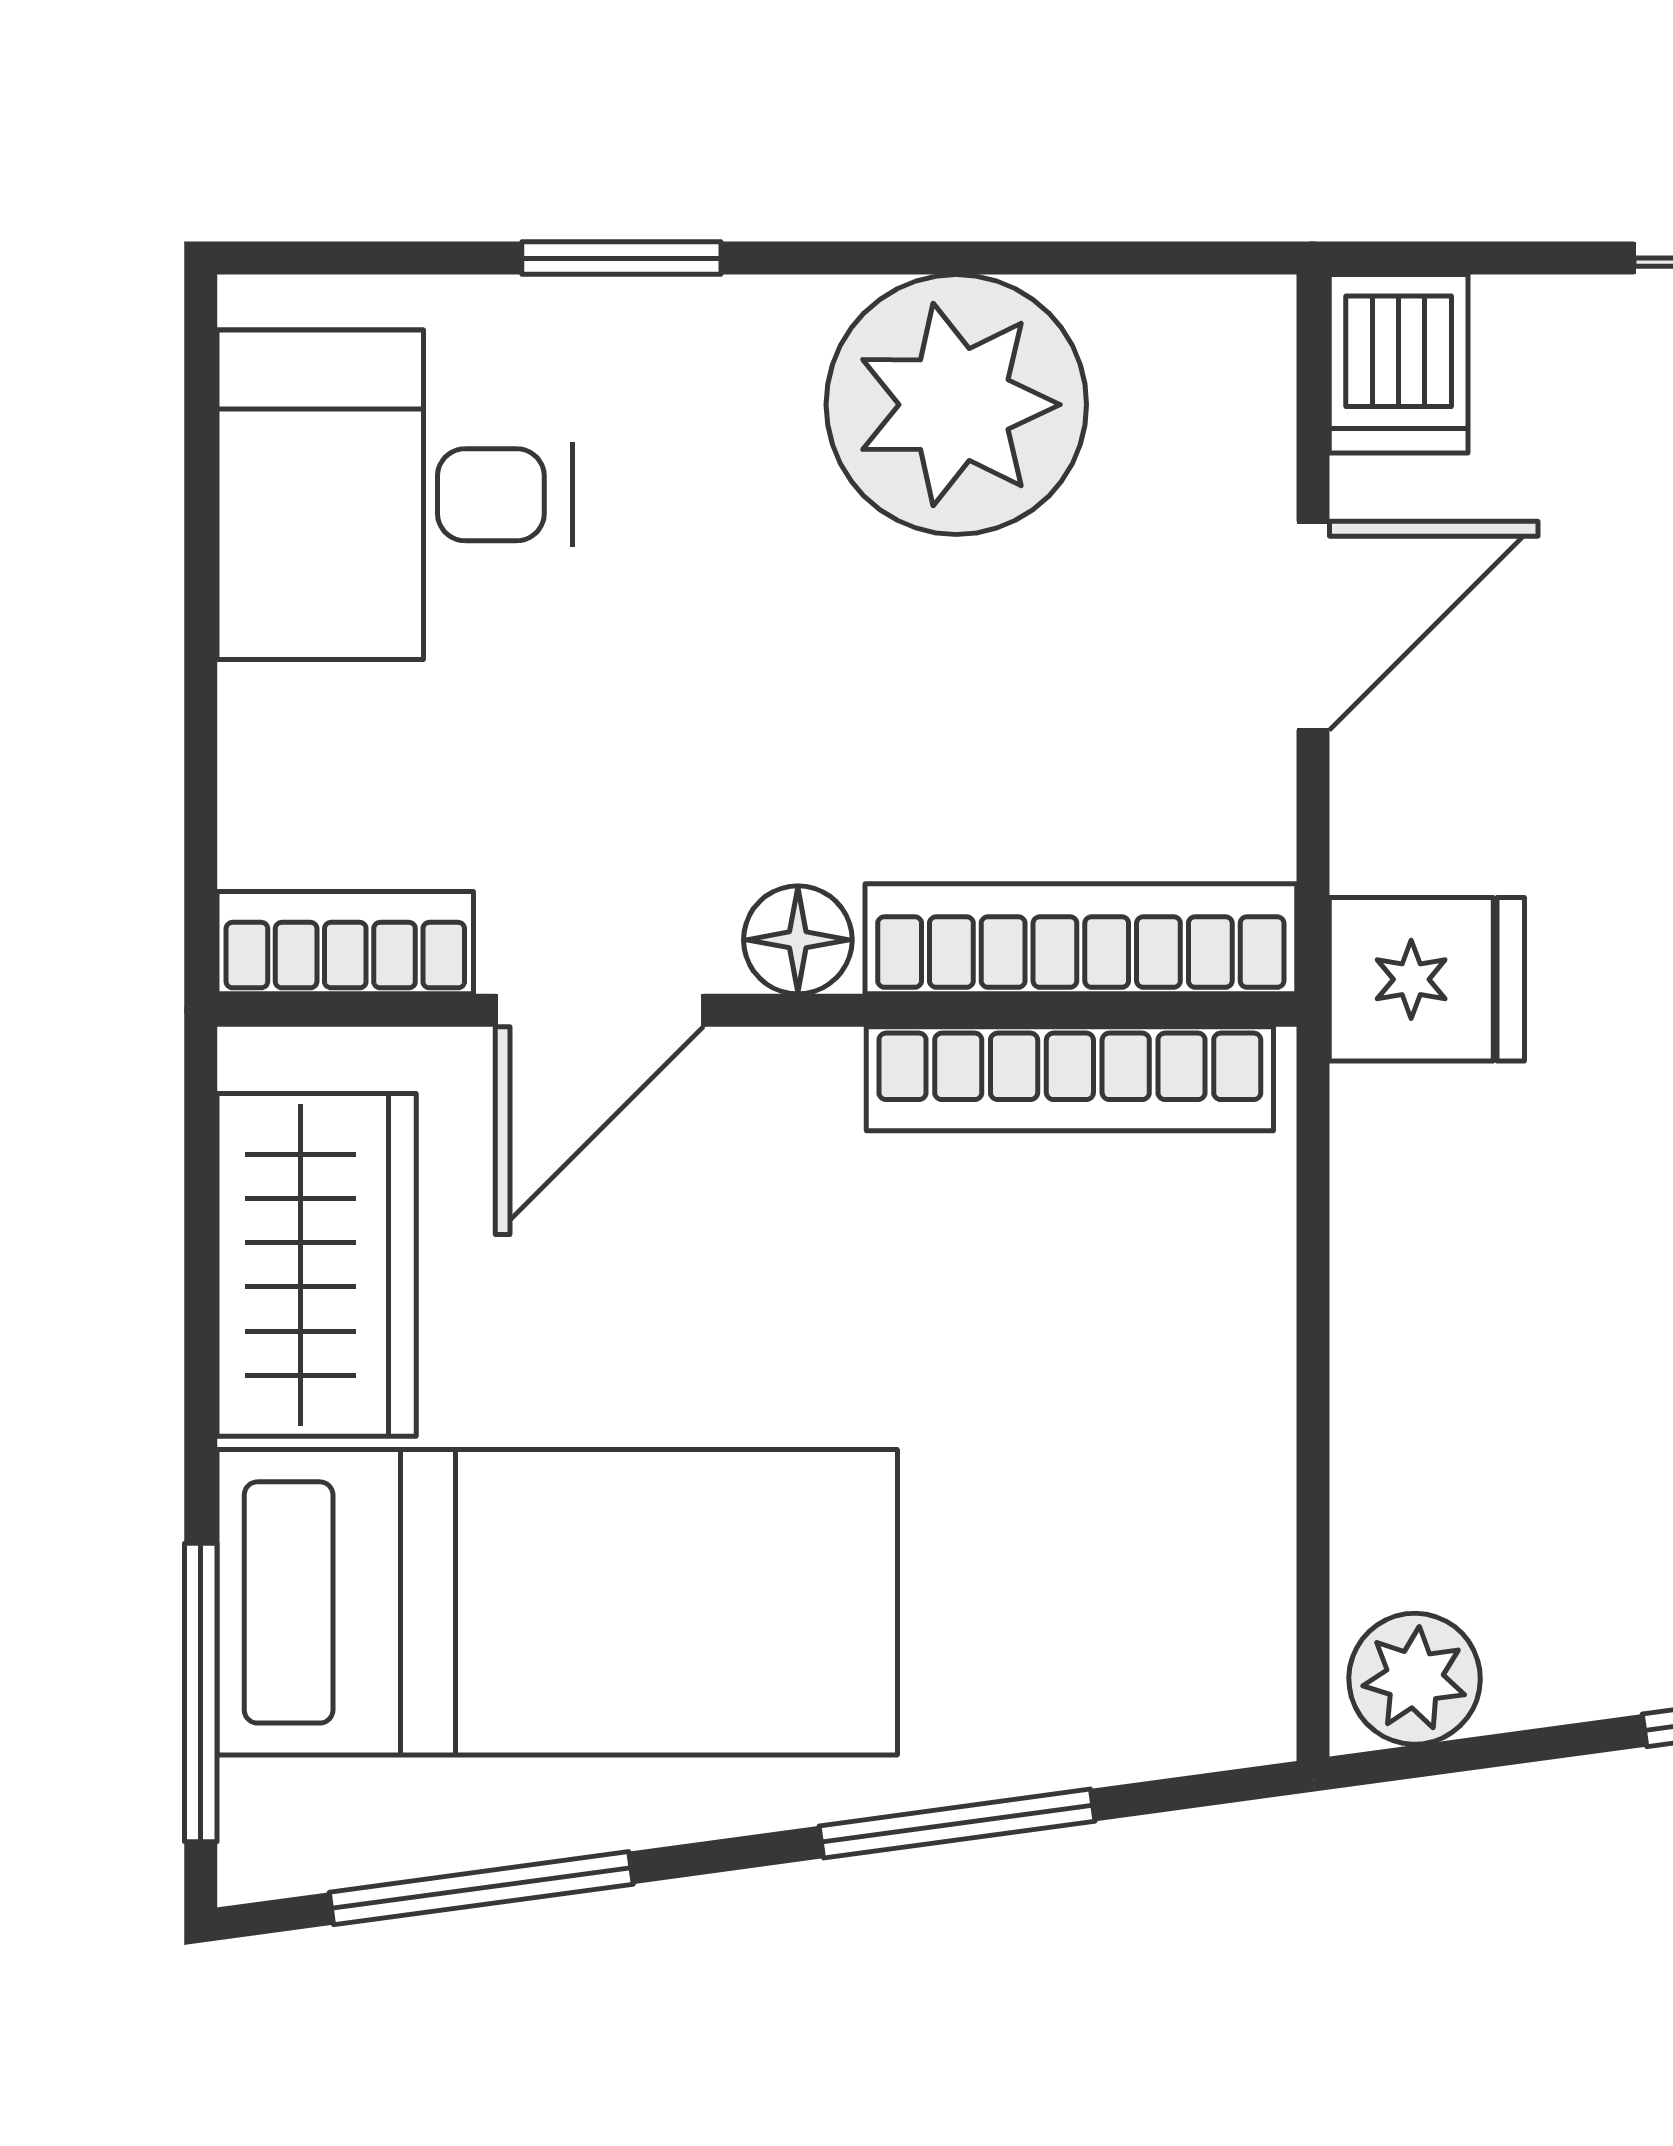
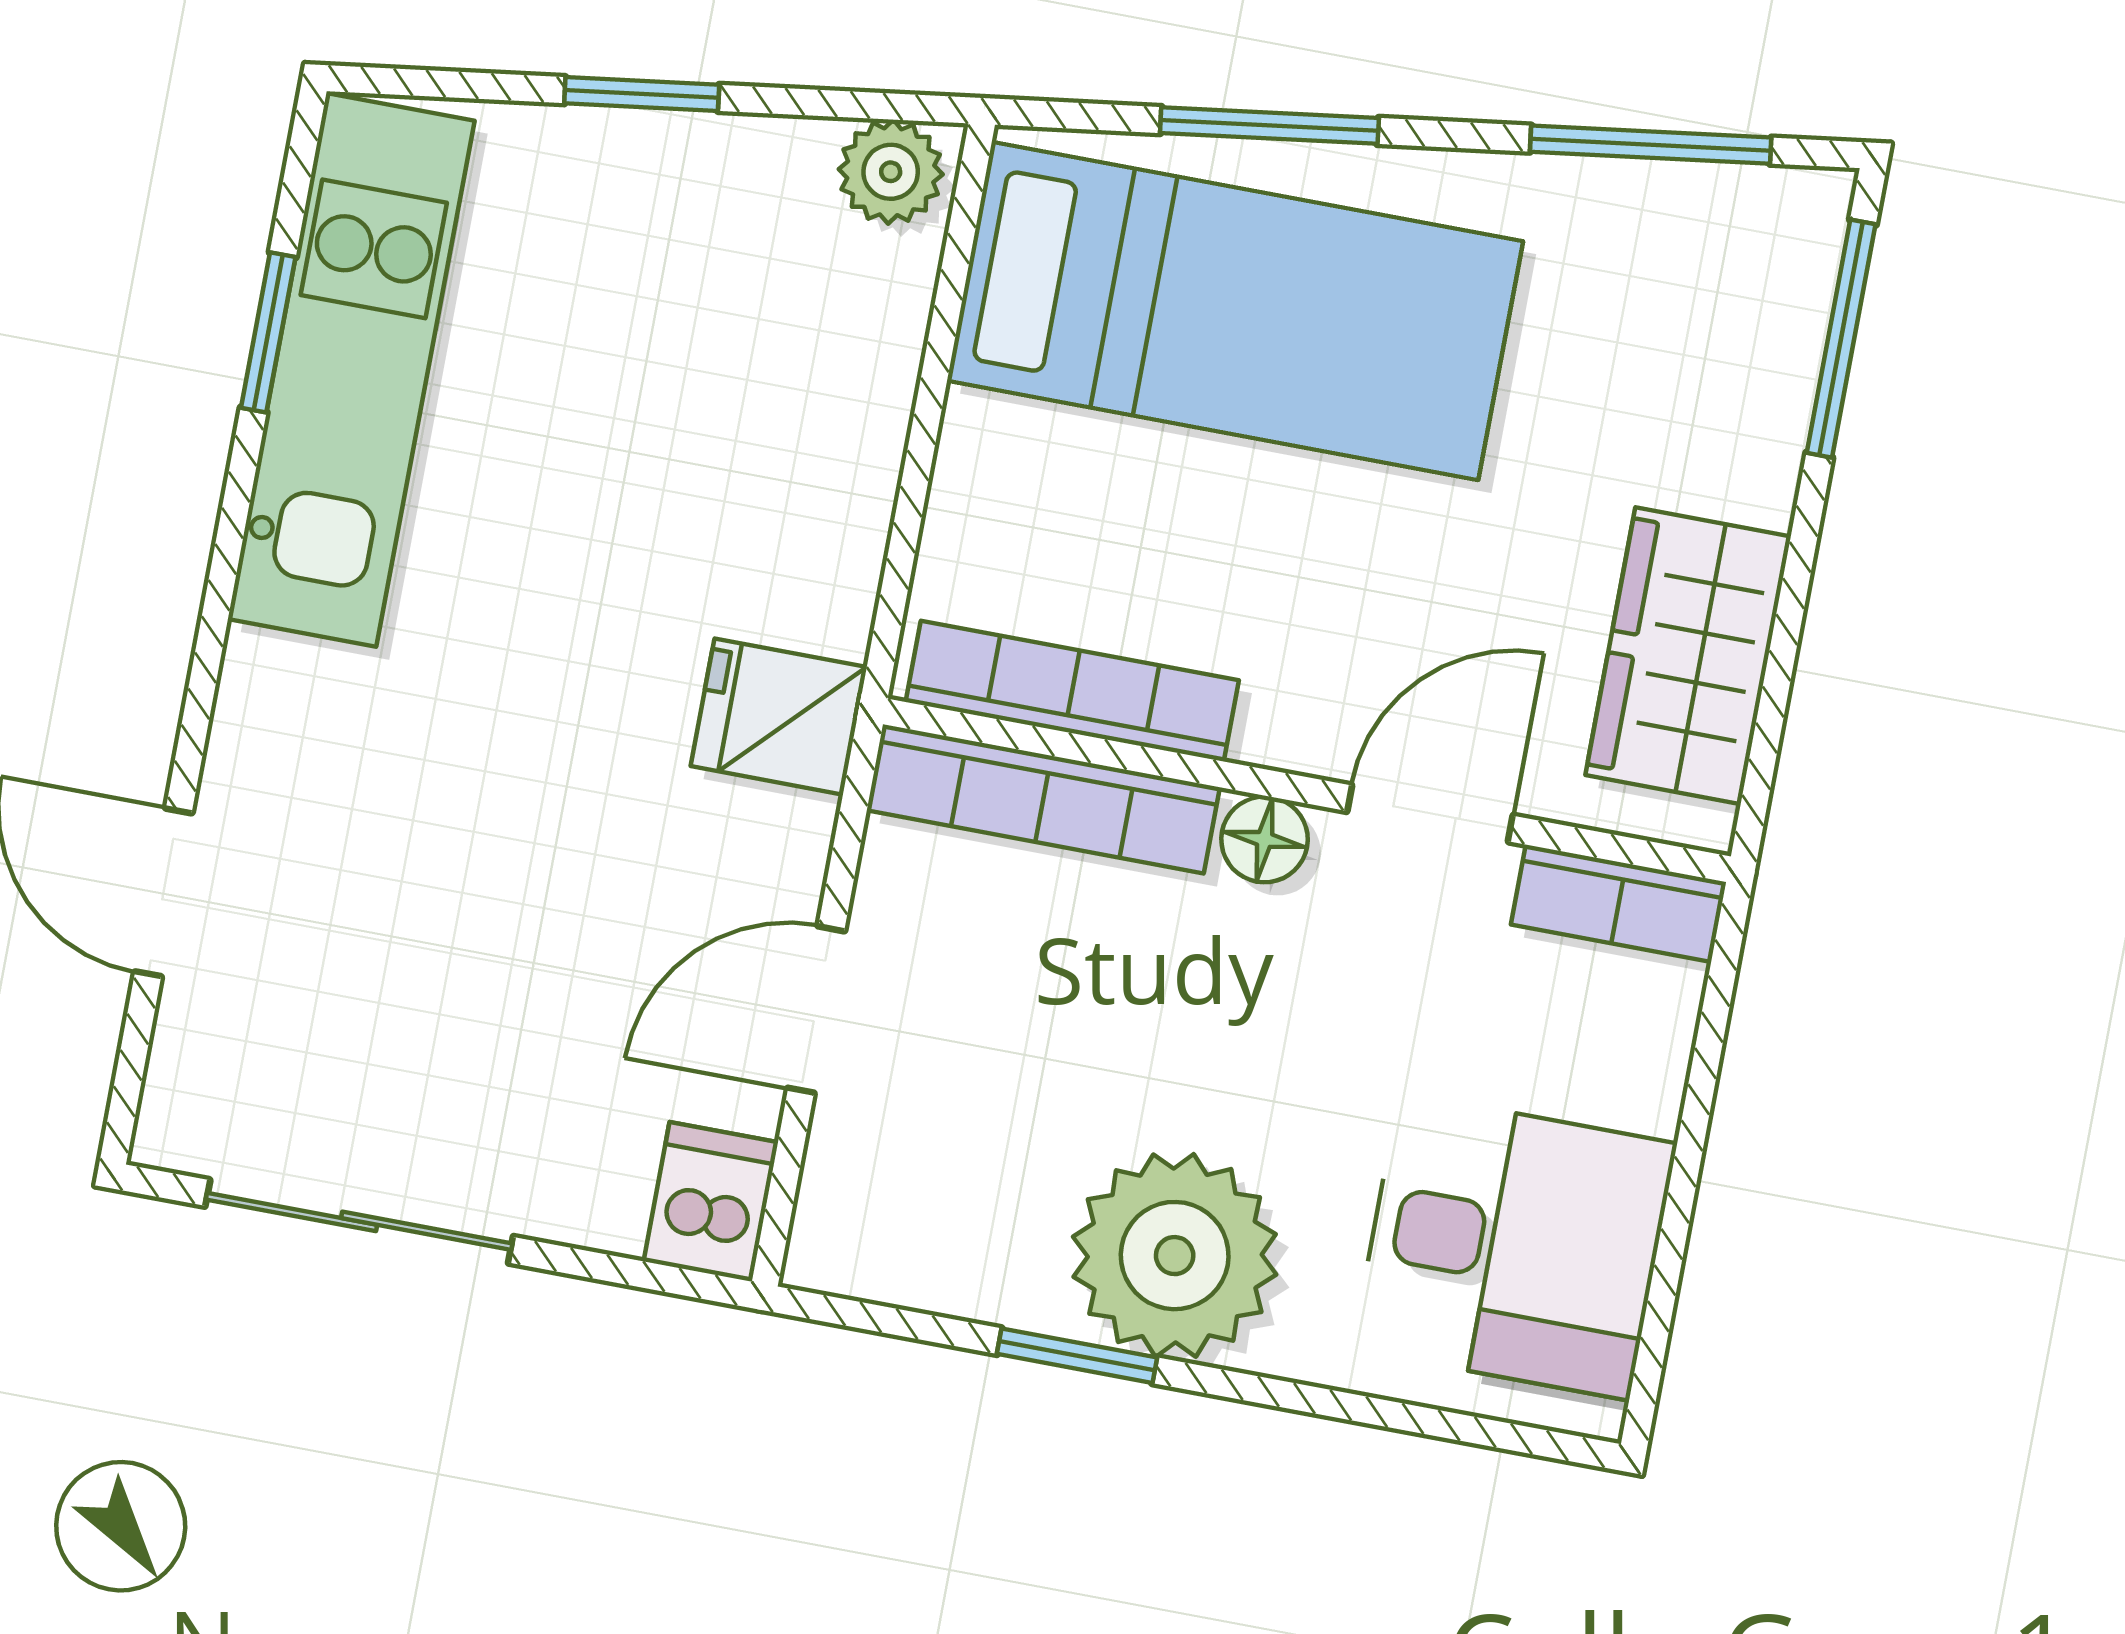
window: (621, 258) -> (1077, 1356), moved
plant: (956, 405) -> (1175, 1256), moved
bed: (557, 1602) -> (1235, 311), moved, turned 180

